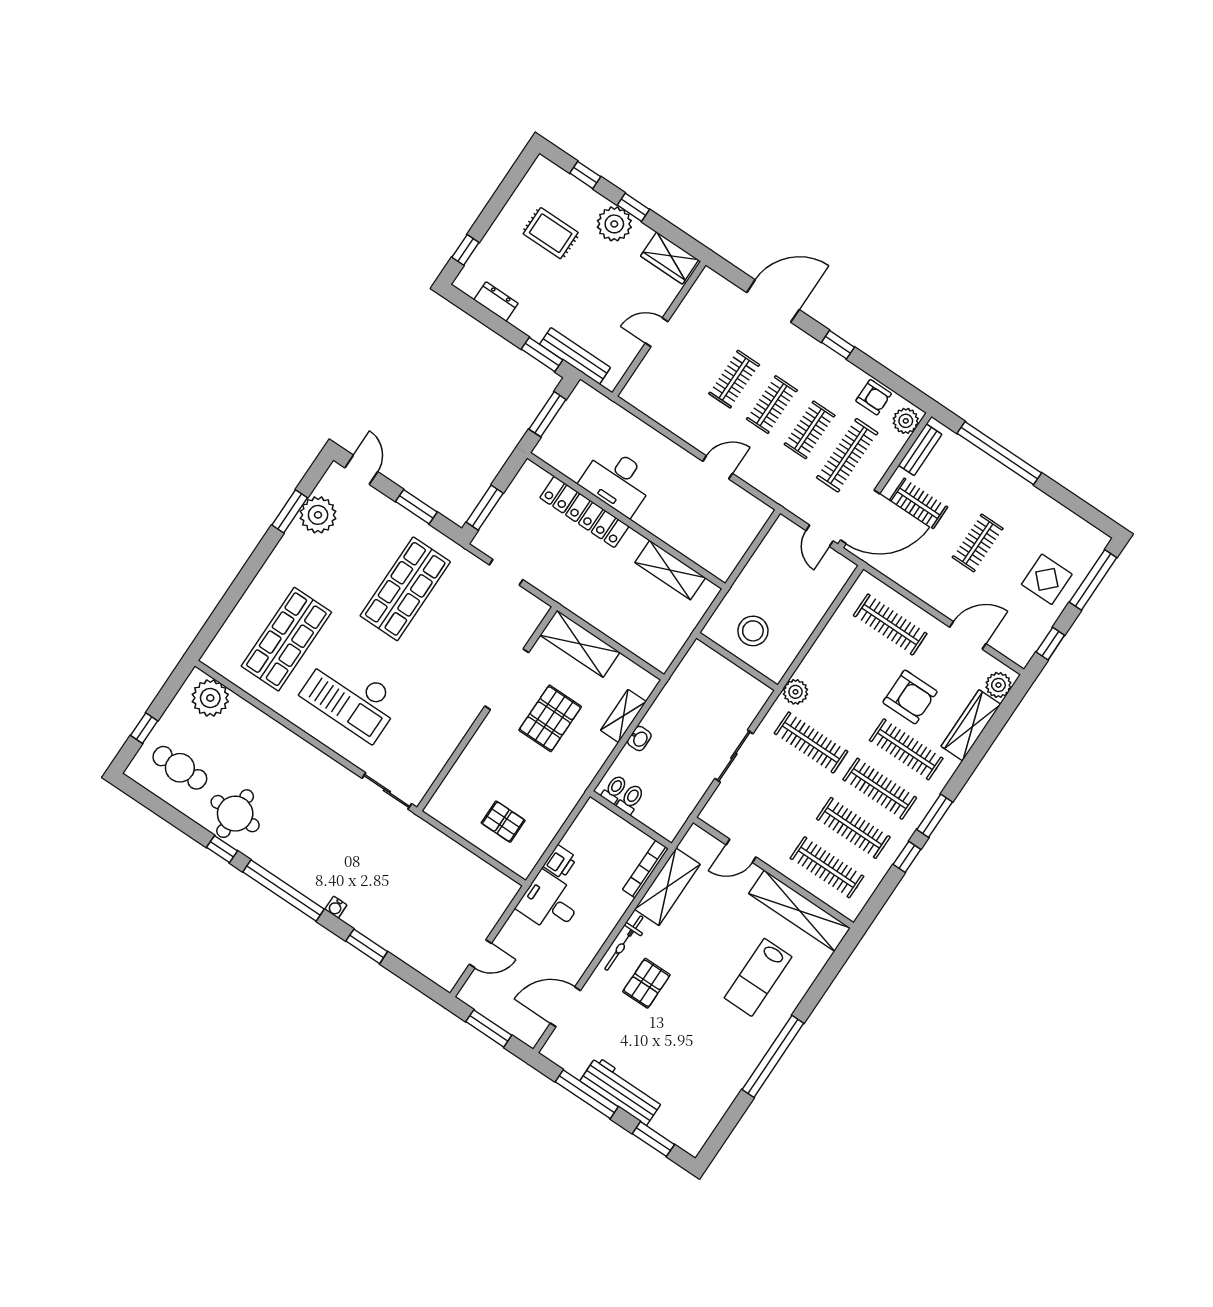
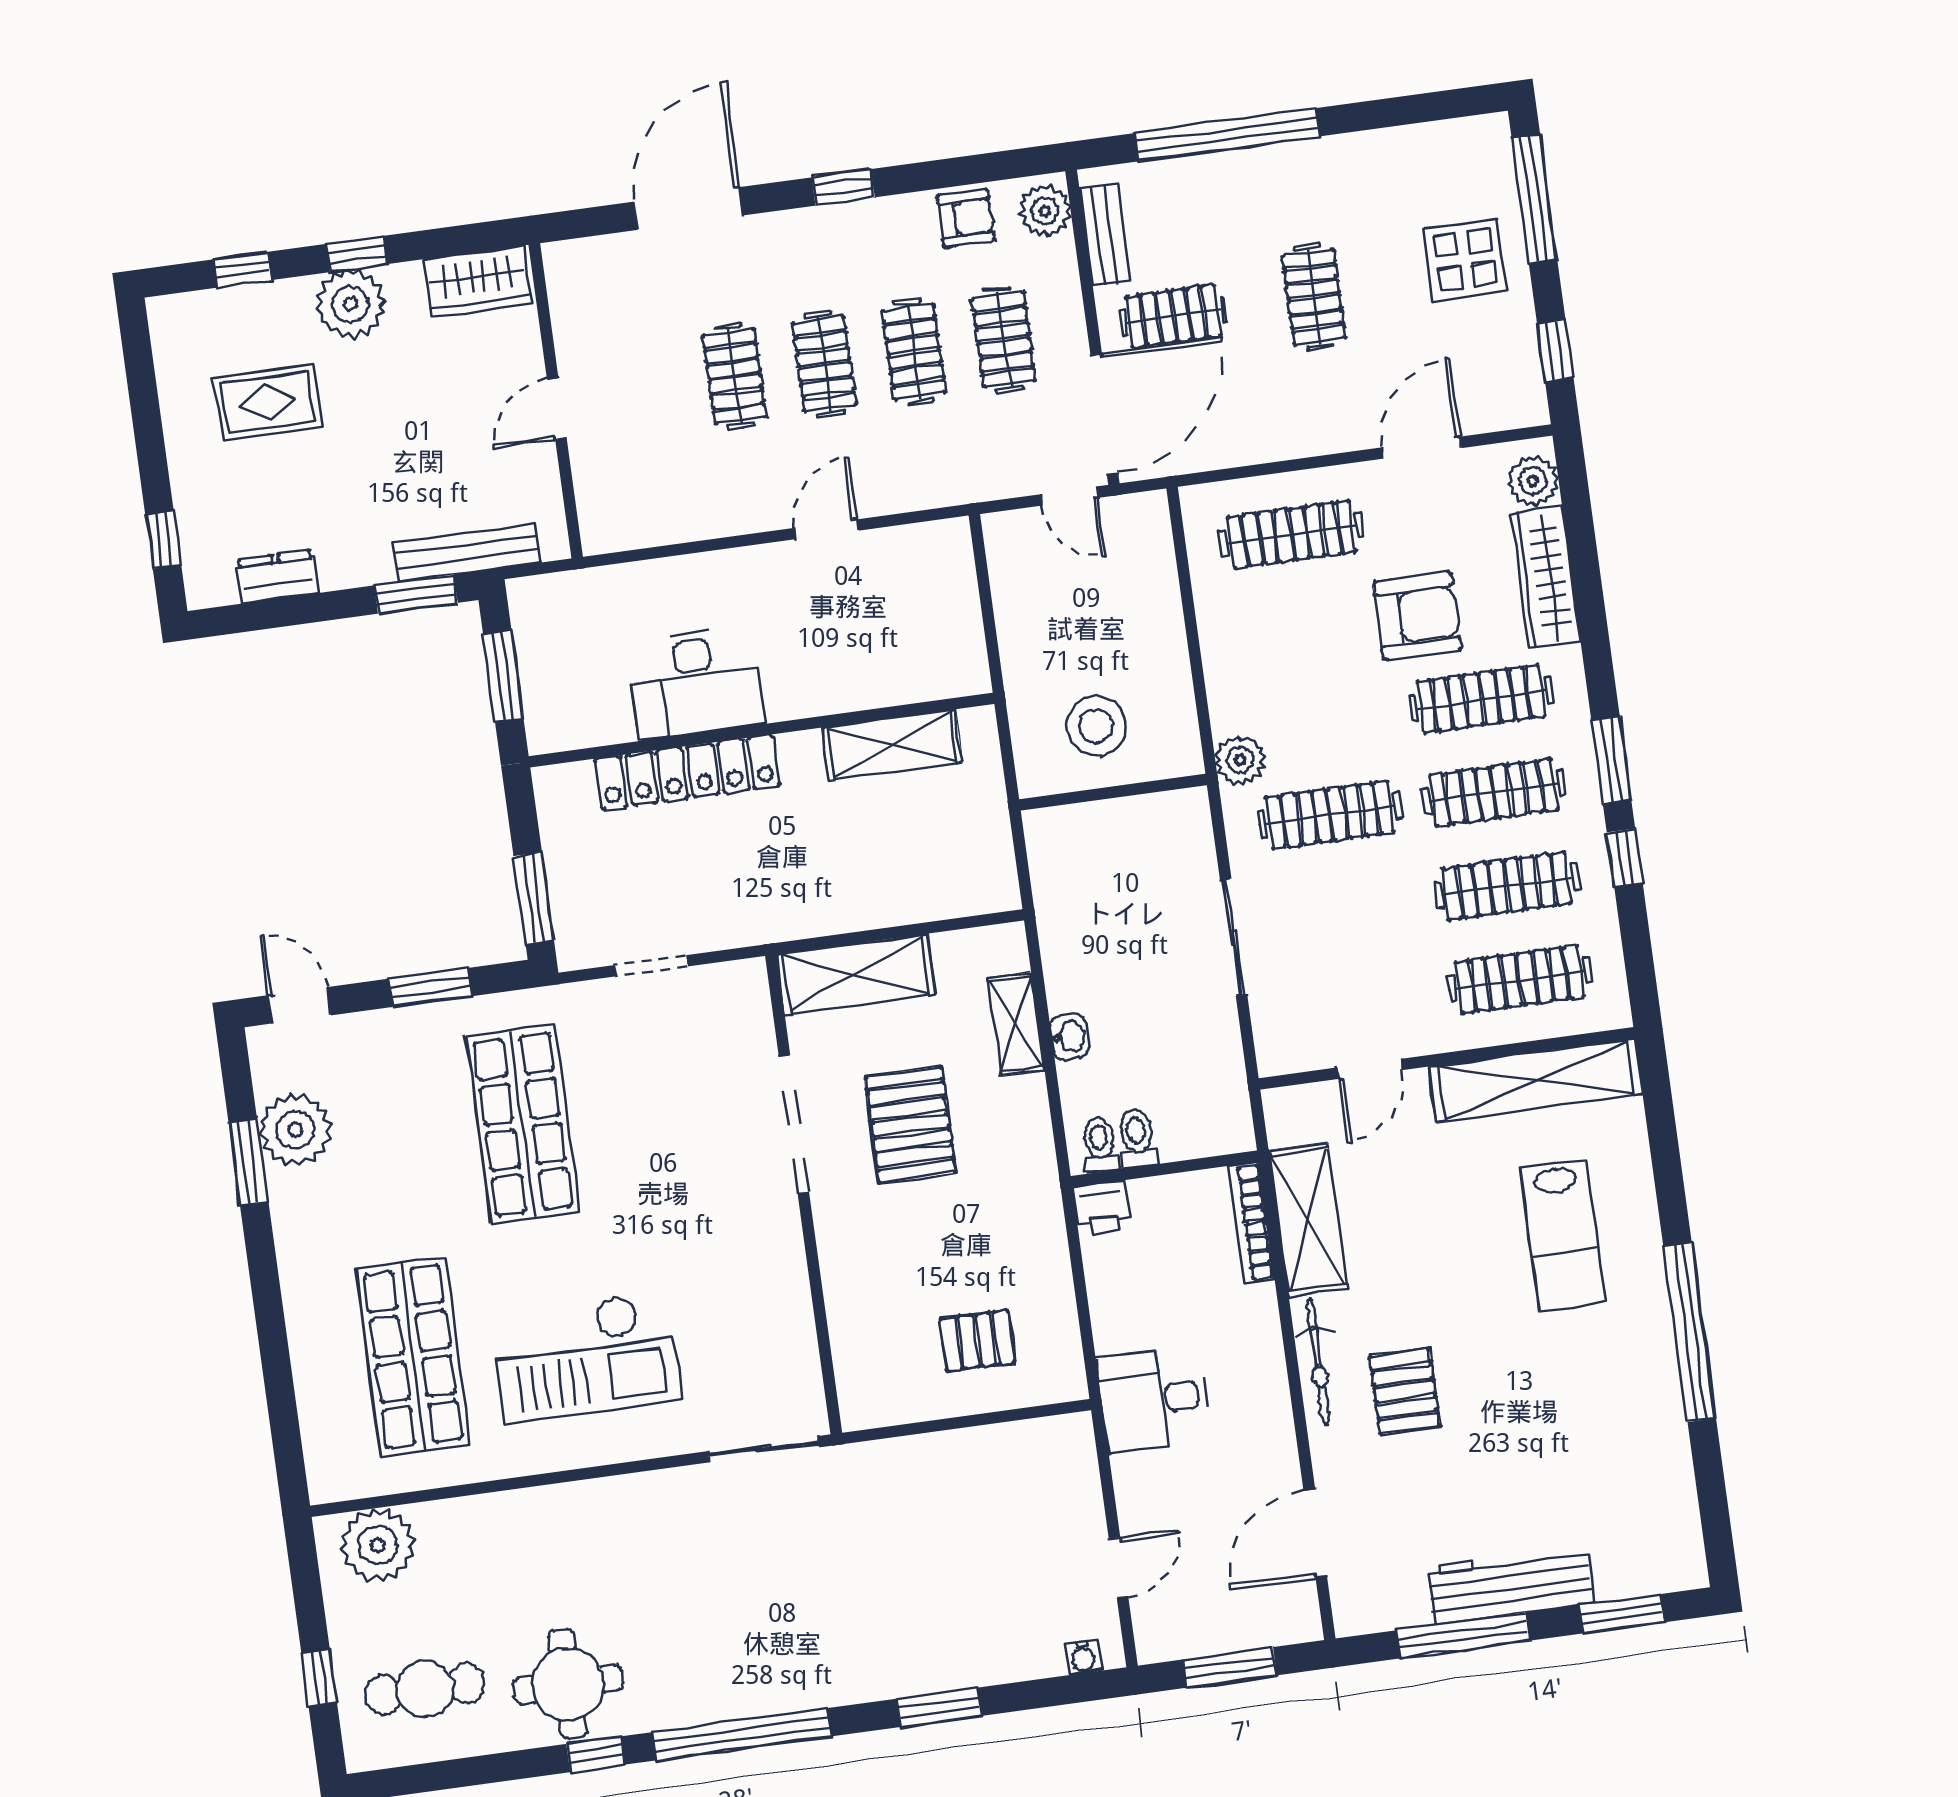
clothes rail: (847, 455) -> (1004, 340), width x0.73
printer: (560, 862) -> (1102, 1208), moved, turned 90
water cooler: (336, 907) -> (1083, 1657), moved

